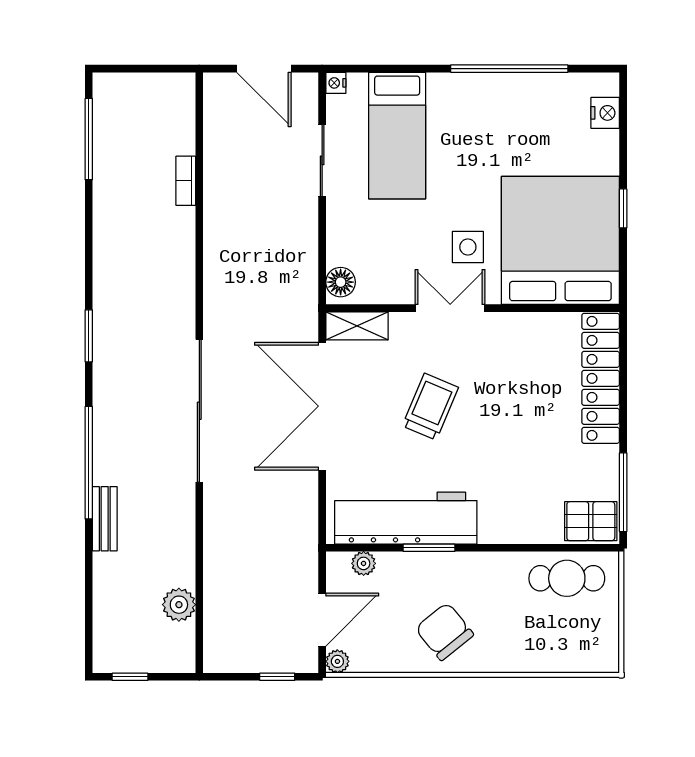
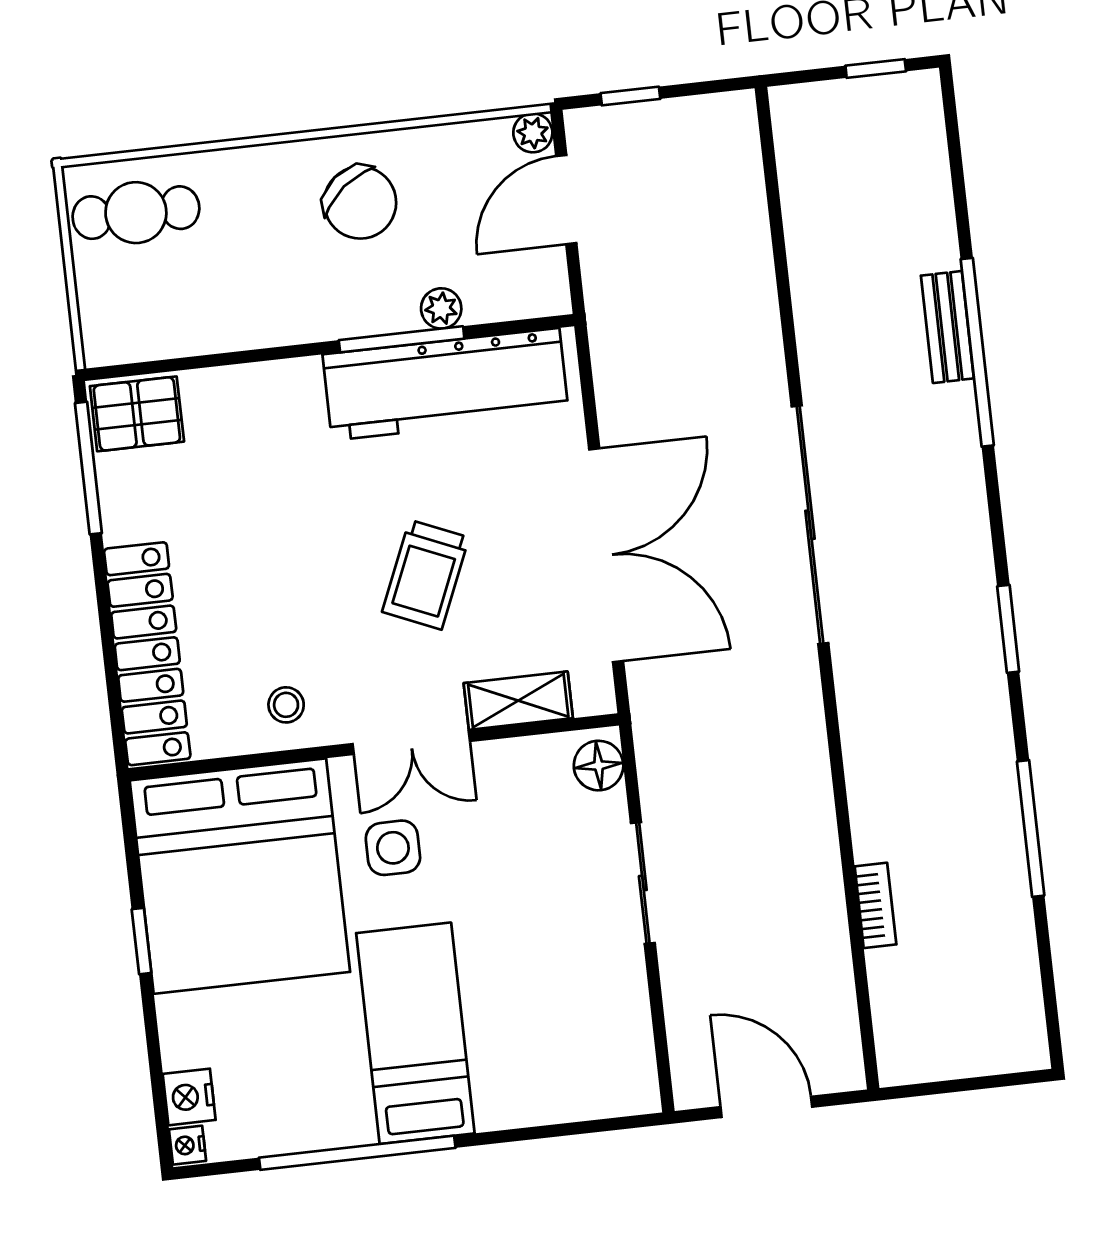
nightstand: (336, 83) -> (187, 1145), moved, turned 180
bed: (397, 136) -> (415, 1033), moved
window: (89, 139) -> (1031, 829), moved
sliding door: (322, 160) -> (643, 883), moved
shelving: (357, 326) -> (518, 701), moved
stool: (522, 339) -> (286, 705), added
window: (89, 463) -> (977, 352), moved
window: (429, 548) -> (402, 339), width x1.44
plant: (364, 563) -> (441, 308), moved
cafe table: (567, 578) -> (136, 213), moved
plant: (179, 605) -> (808, 198), removed

